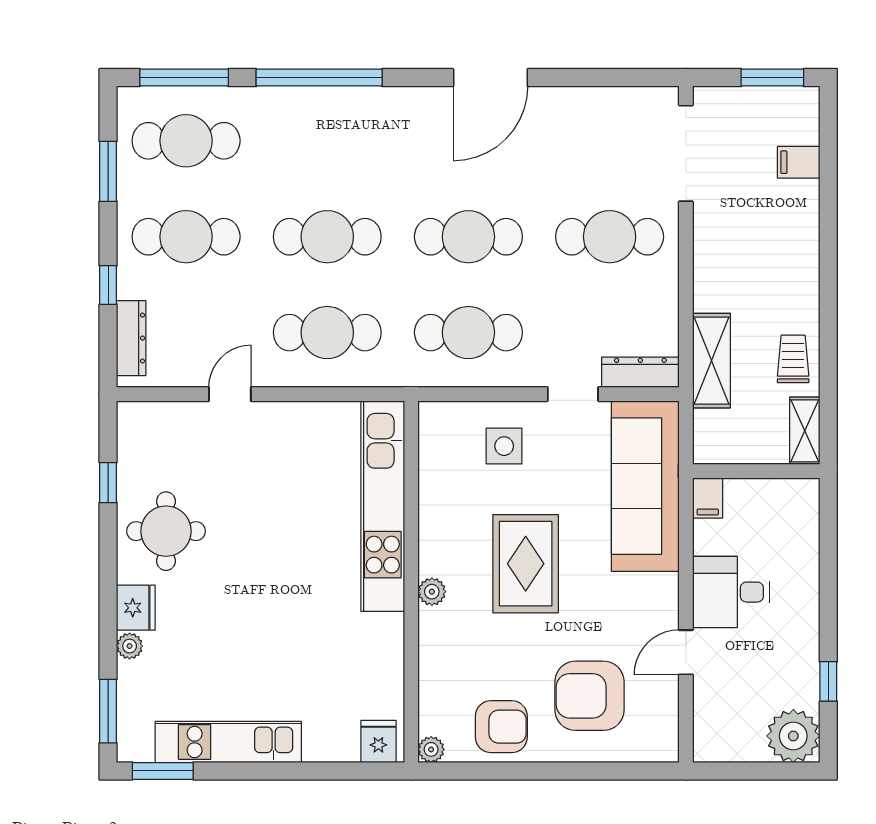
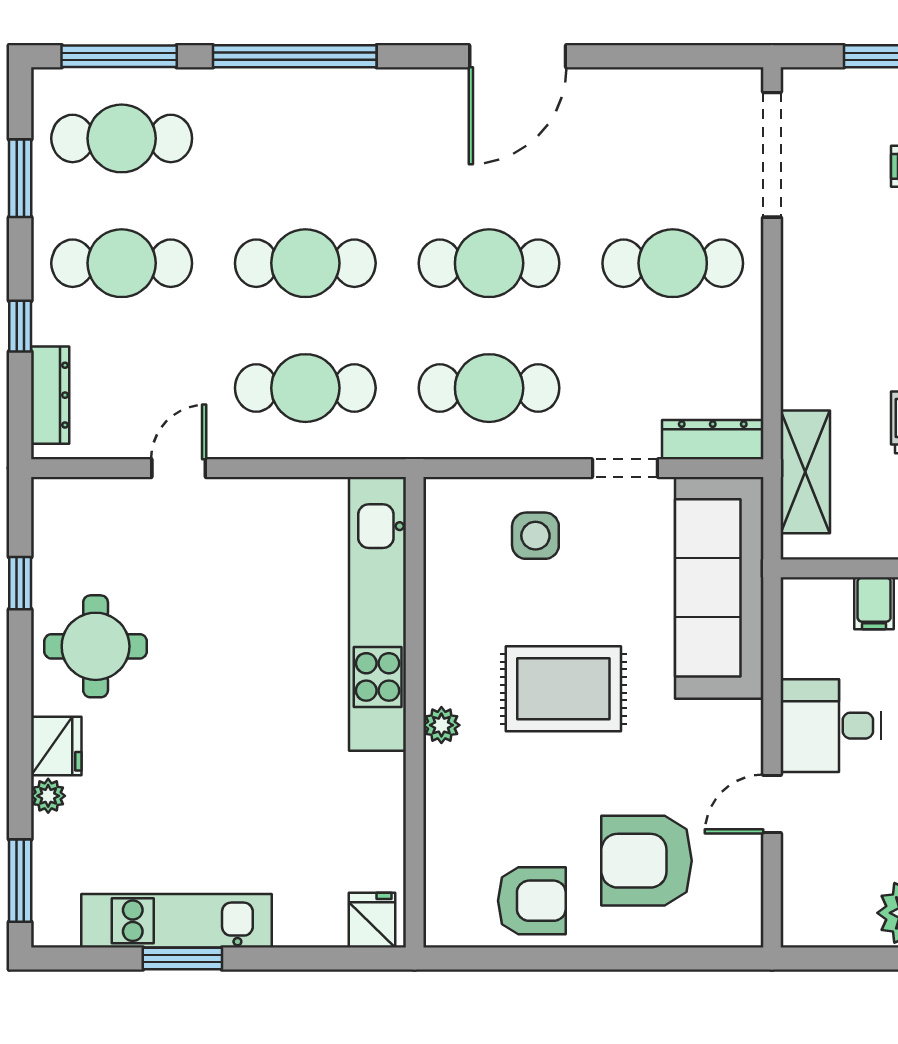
shelving: (712, 361) -> (805, 472), moved
filing cabinet: (708, 498) -> (874, 603), moved
rug: (526, 564) -> (563, 689), turned 90
plant: (431, 749) -> (440, 930), removed
window: (163, 771) -> (182, 958), moved

